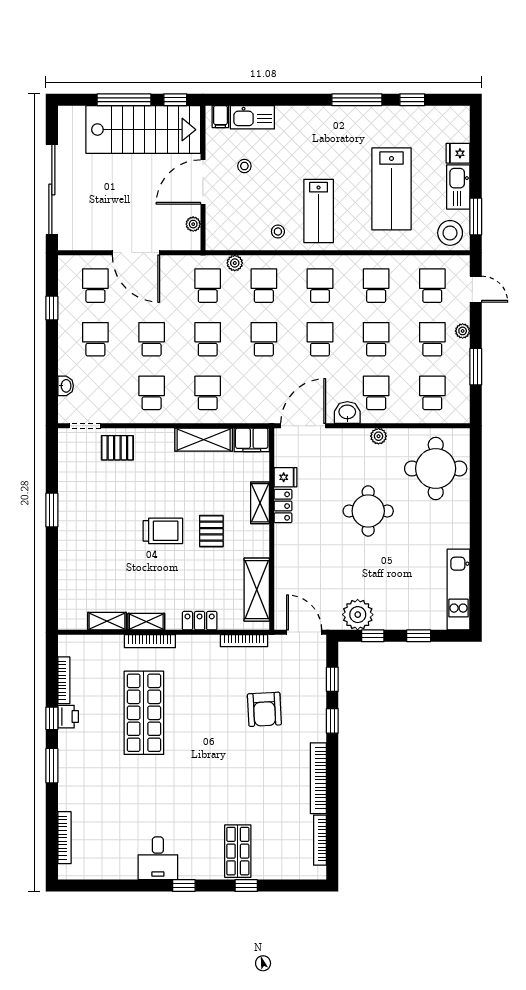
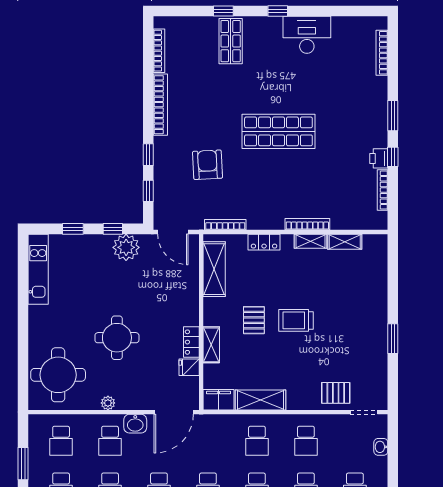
shop shelf: (144, 713) -> (278, 131), moved, turned 90
desk: (158, 858) -> (307, 35), width x1.37

